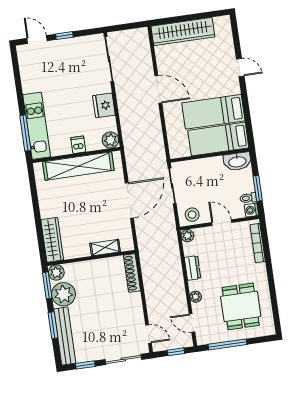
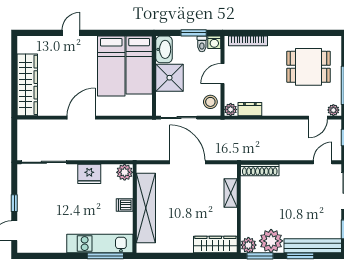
shower: (210, 171) -> (169, 78), added
dresser: (192, 268) -> (250, 109), moved
plant: (196, 297) -> (333, 110), moved

